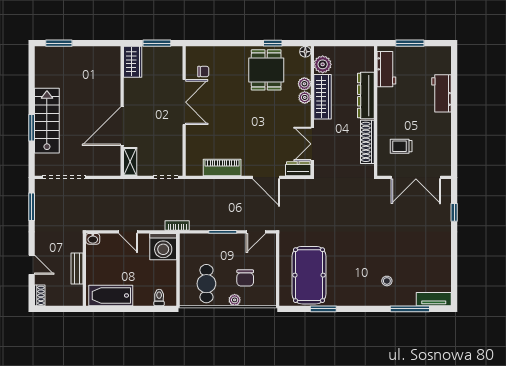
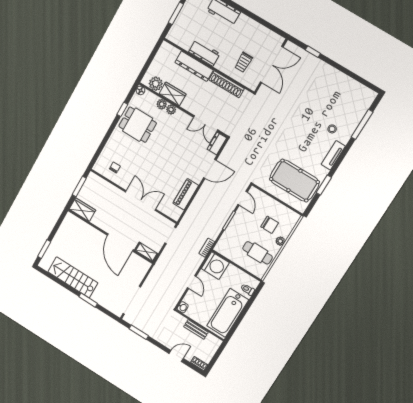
workbench: (386, 69) -> (204, 53), moved
wardrobe: (323, 97) -> (173, 94), width x0.67
double door: (184, 102) -> (141, 201), moved
stairs: (47, 121) -> (73, 277), moved
door: (128, 232) -> (192, 282), hinge flipped
bathtub: (111, 295) -> (228, 313), width x1.36, depth x1.36
tv unit: (434, 299) -> (333, 155), moved

